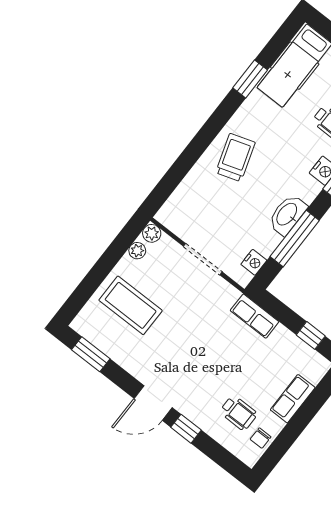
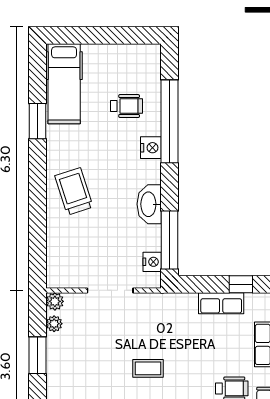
window: (295, 239) -> (169, 240), moved
window: (104, 265) -> (38, 355), added
coffee table: (131, 305) -> (148, 368), moved, width x0.54, depth x0.58
row of seats: (255, 316) -> (221, 303), moved

